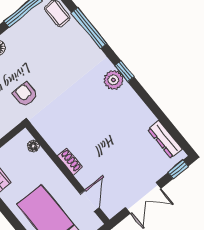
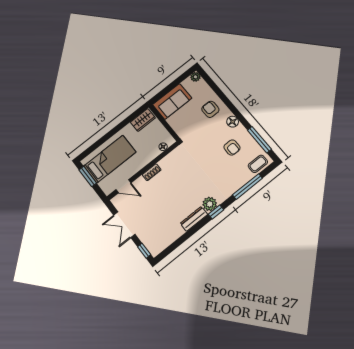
armchair: (25, 94) -> (232, 148), moved, turned 90
dresser: (165, 139) -> (194, 219), moved

